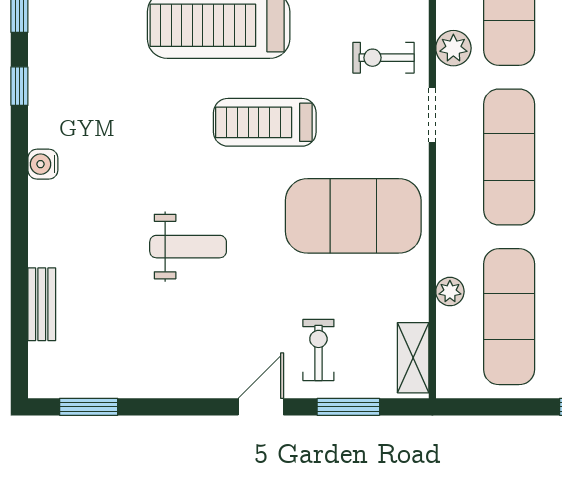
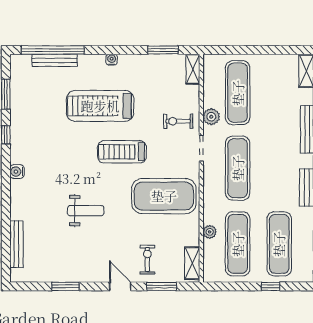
bench: (42, 304) -> (16, 244), width x1.36
window: (89, 407) -> (66, 286), moved
door: (261, 407) -> (120, 286), hinge flipped

